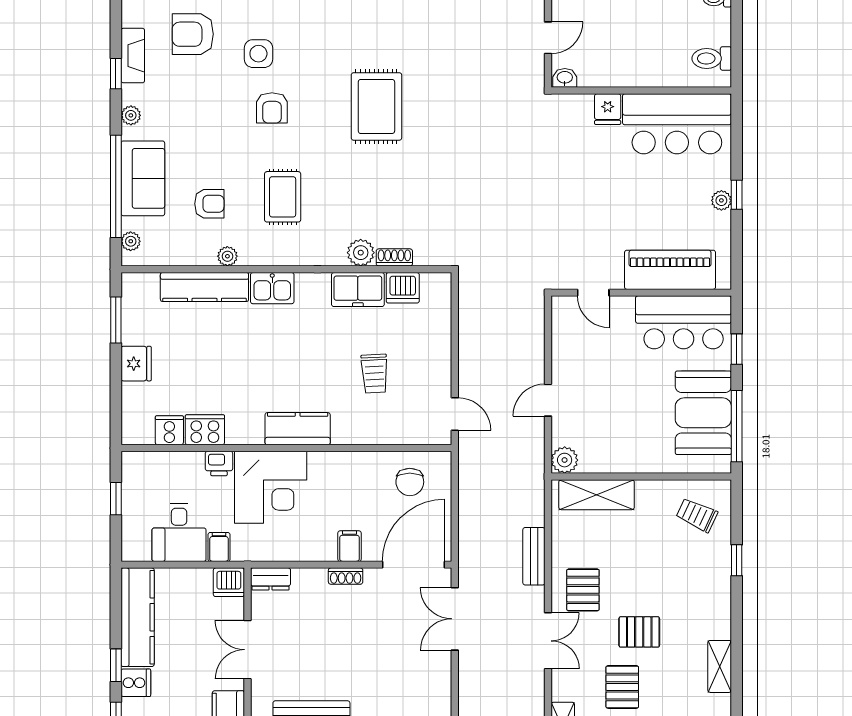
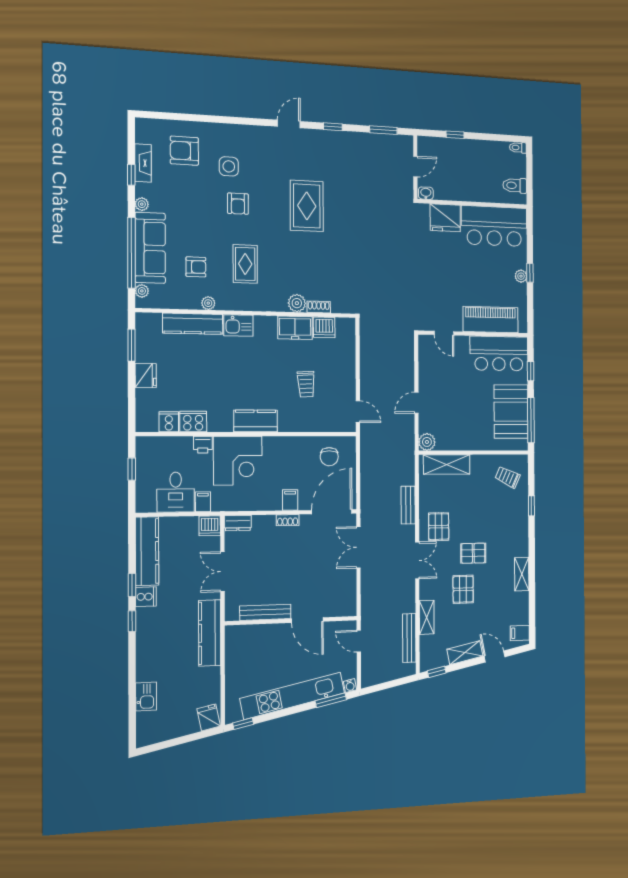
fridge: (608, 109) -> (445, 218), width x1.88, depth x1.34
sofa: (143, 178) -> (150, 248), width x1.36

